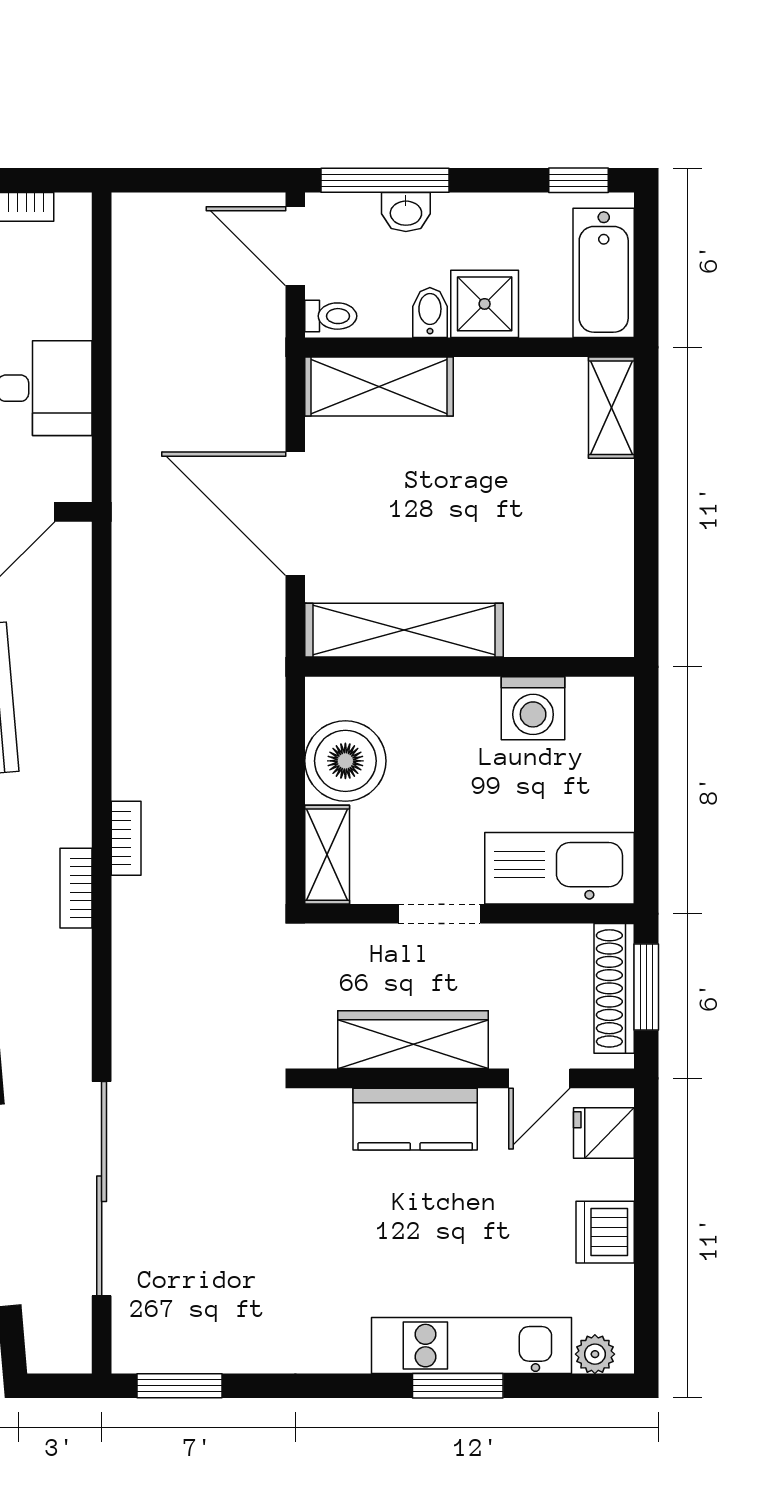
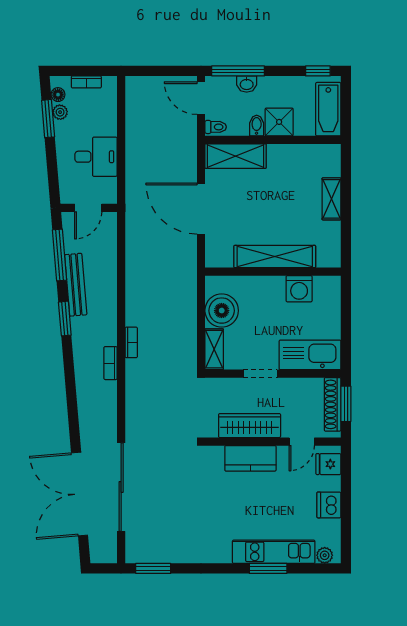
shelving: (611, 408) -> (331, 199), moved
shelving: (404, 630) -> (275, 257), moved

